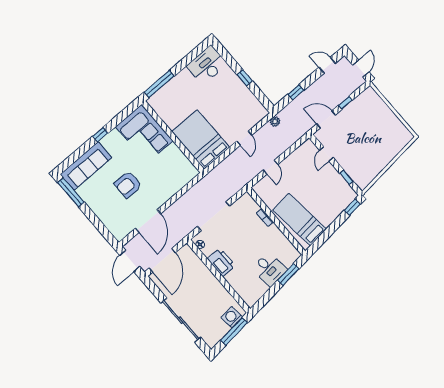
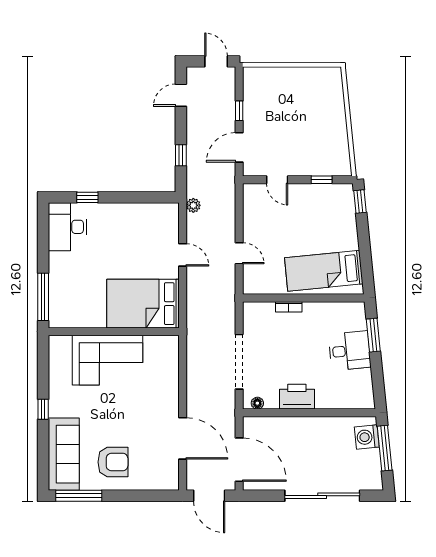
window: (245, 78) -> (87, 197), moved
corner sofa: (144, 134) -> (107, 360), moved
armchair: (128, 185) -> (113, 462), moved, turned -90

